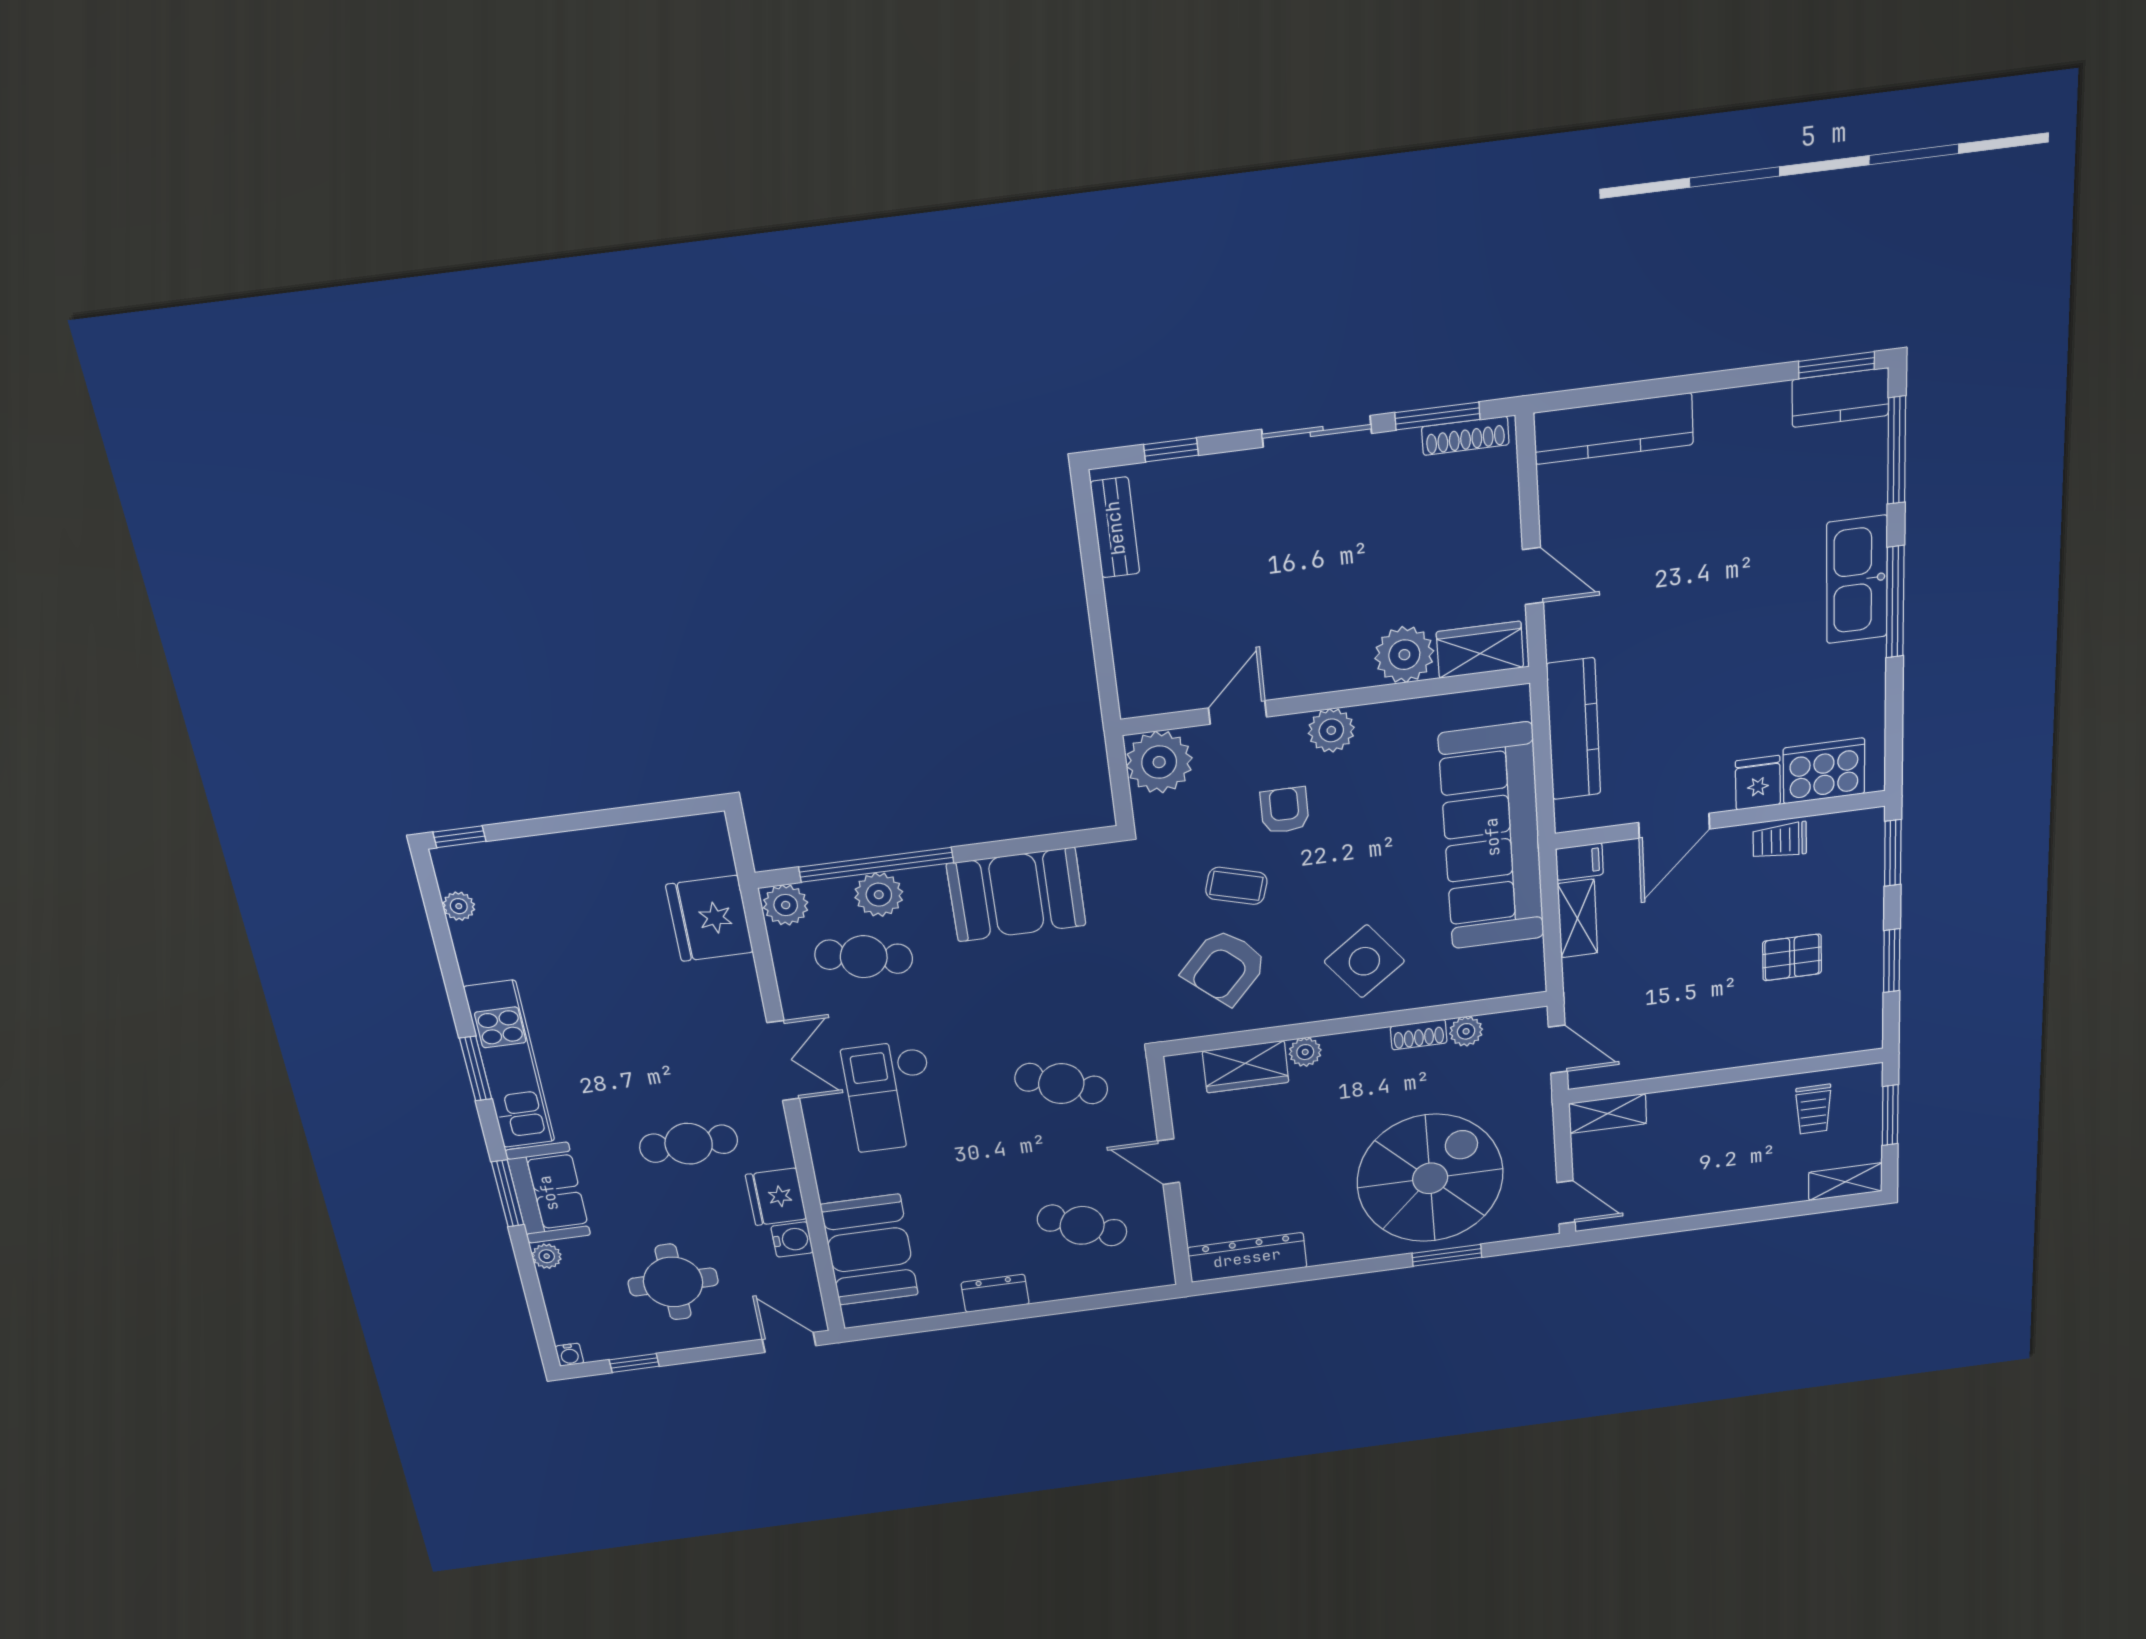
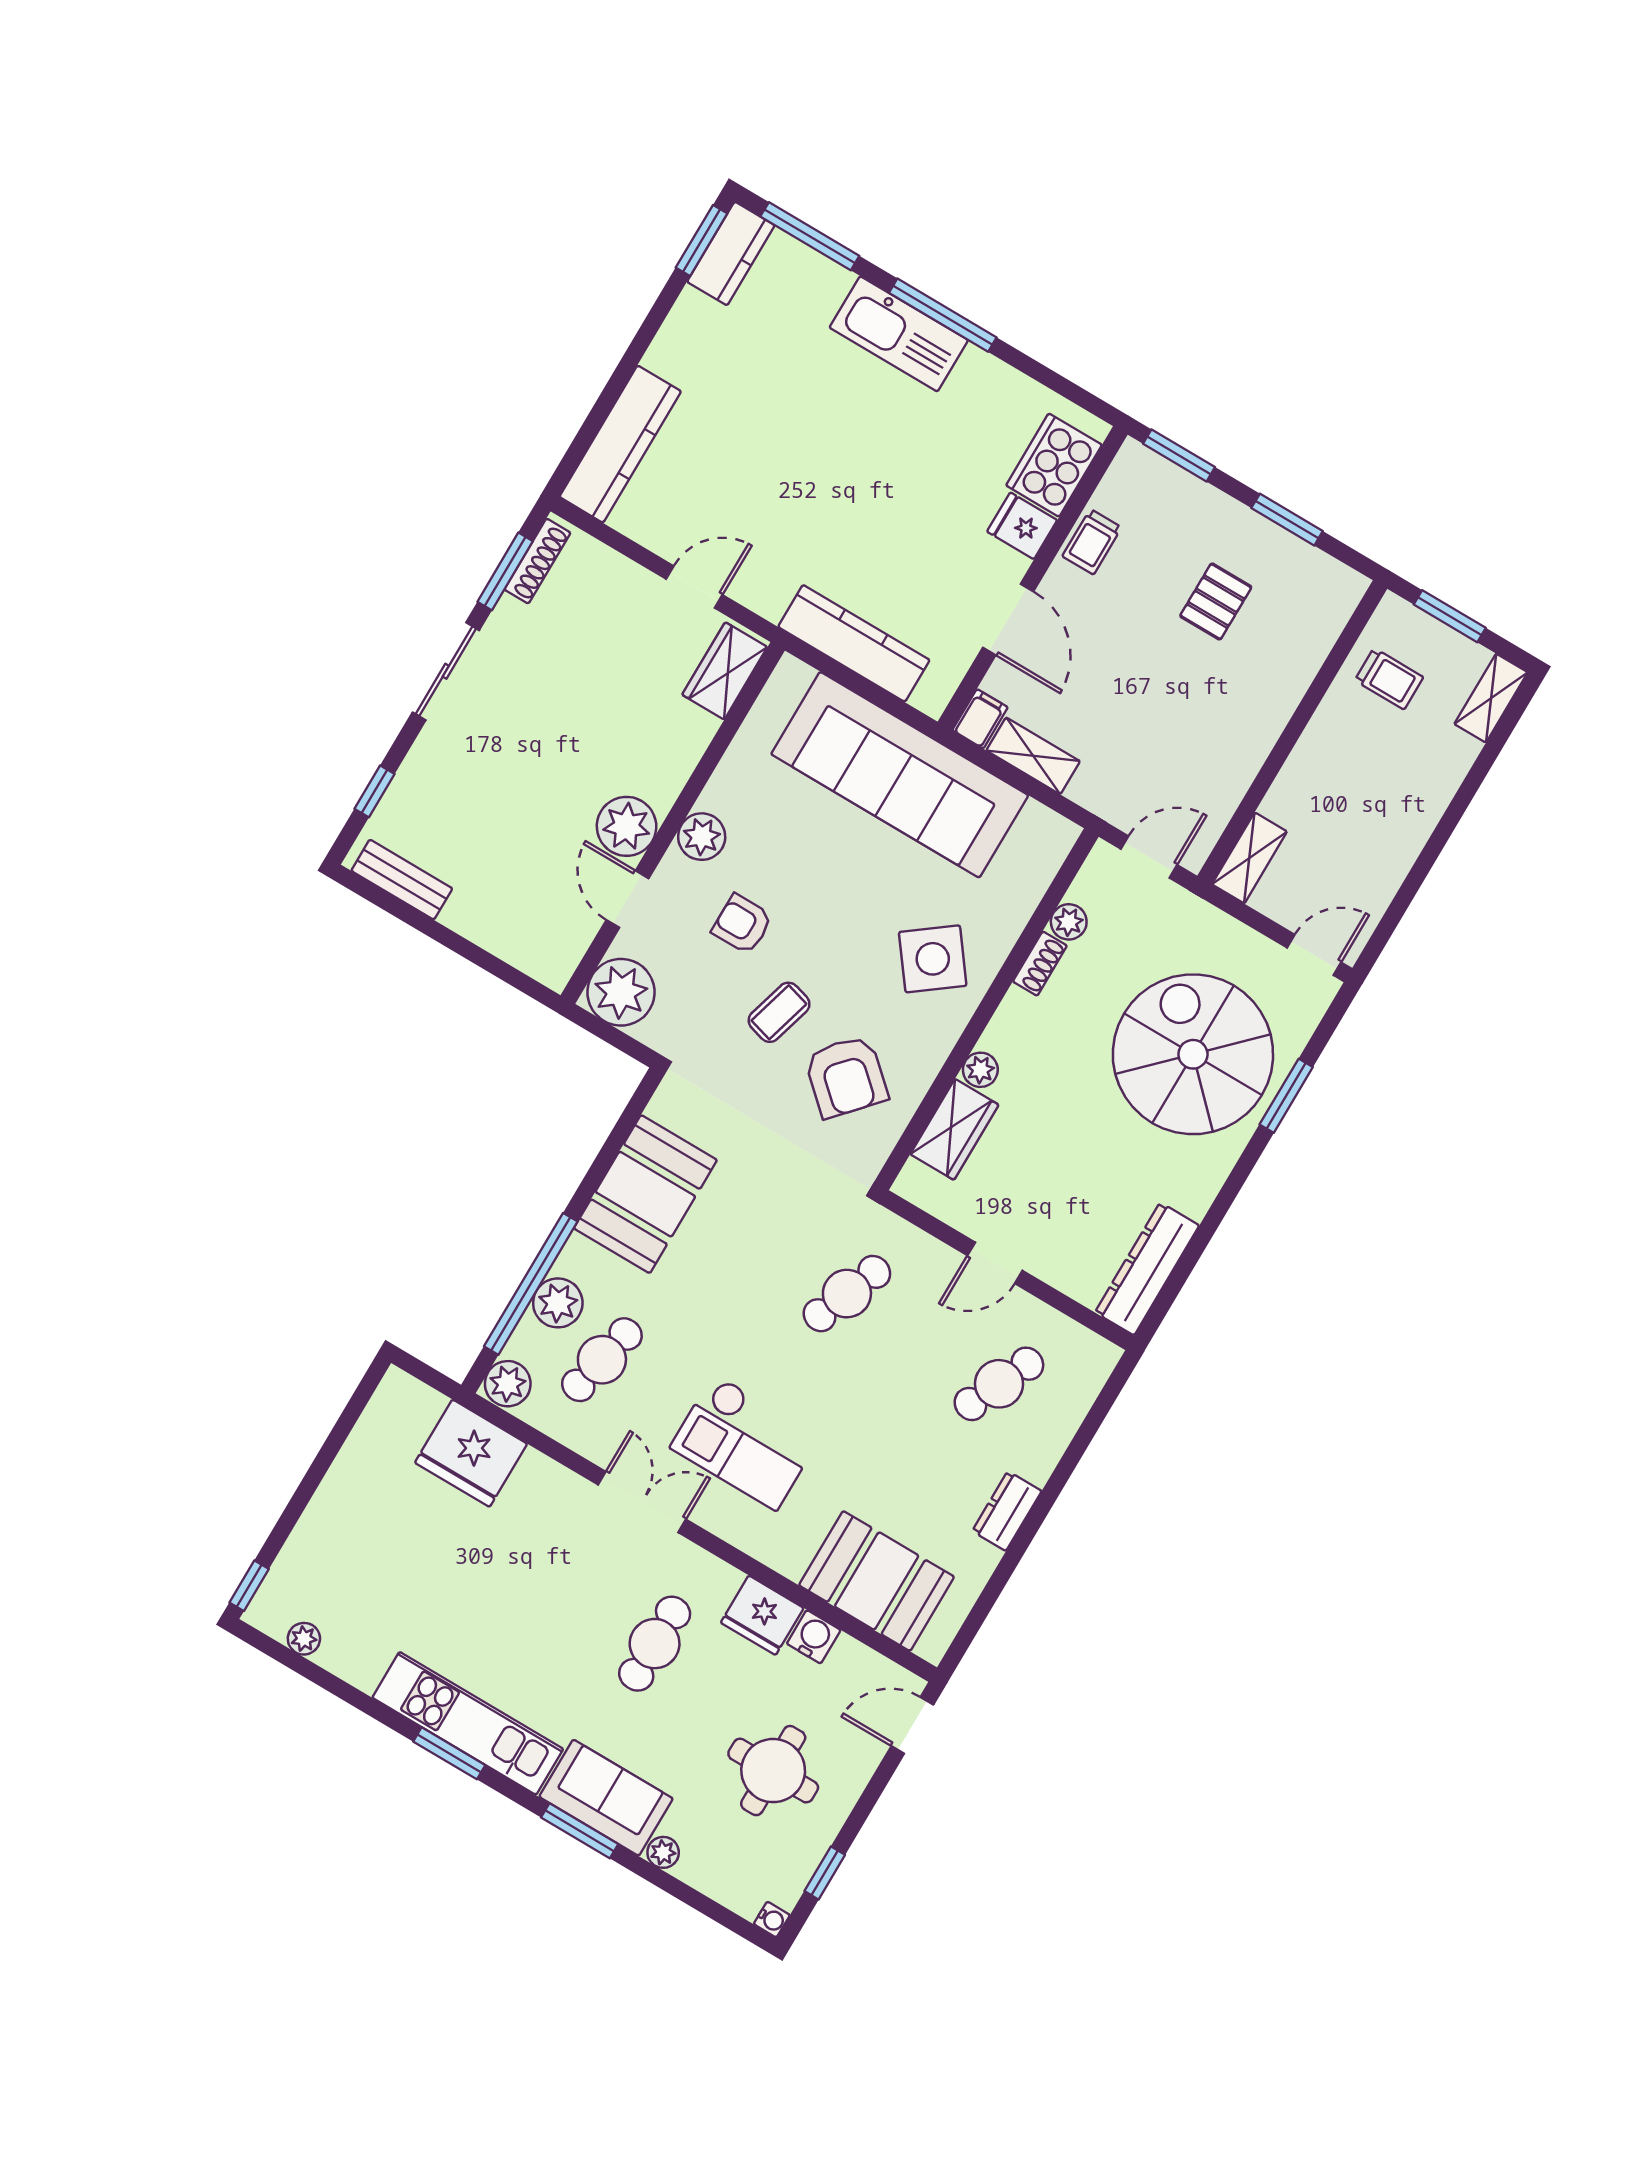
plant: (1404, 655) -> (627, 826), moved

